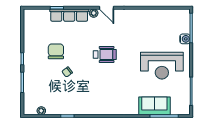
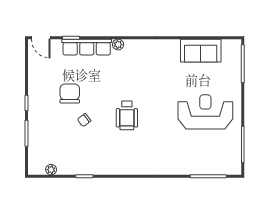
door: (106, 8) -> (41, 38), moved
water cooler: (185, 39) -> (235, 78), removed
wheelchair: (105, 54) -> (127, 115), moved, turned 90
reception desk: (162, 66) -> (205, 112), turned 180
sofa: (154, 106) -> (201, 51), moved, turned 180

